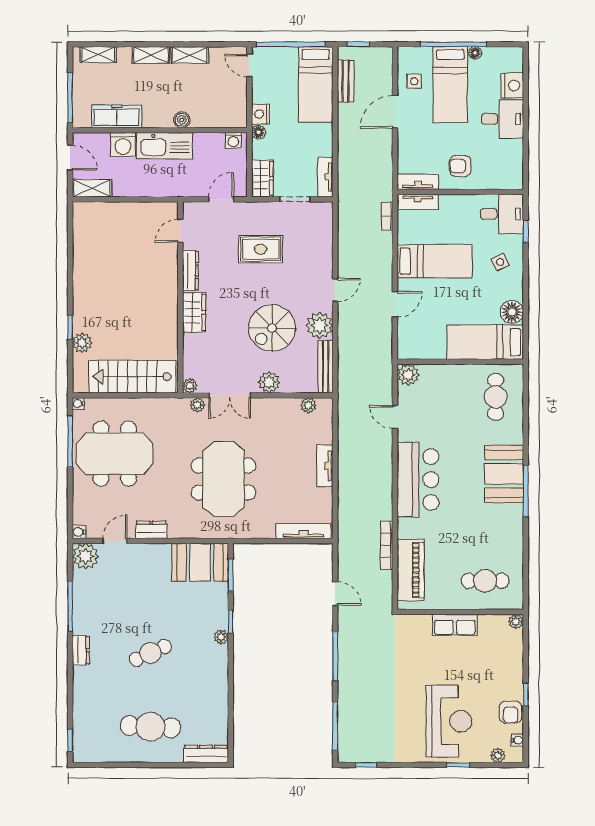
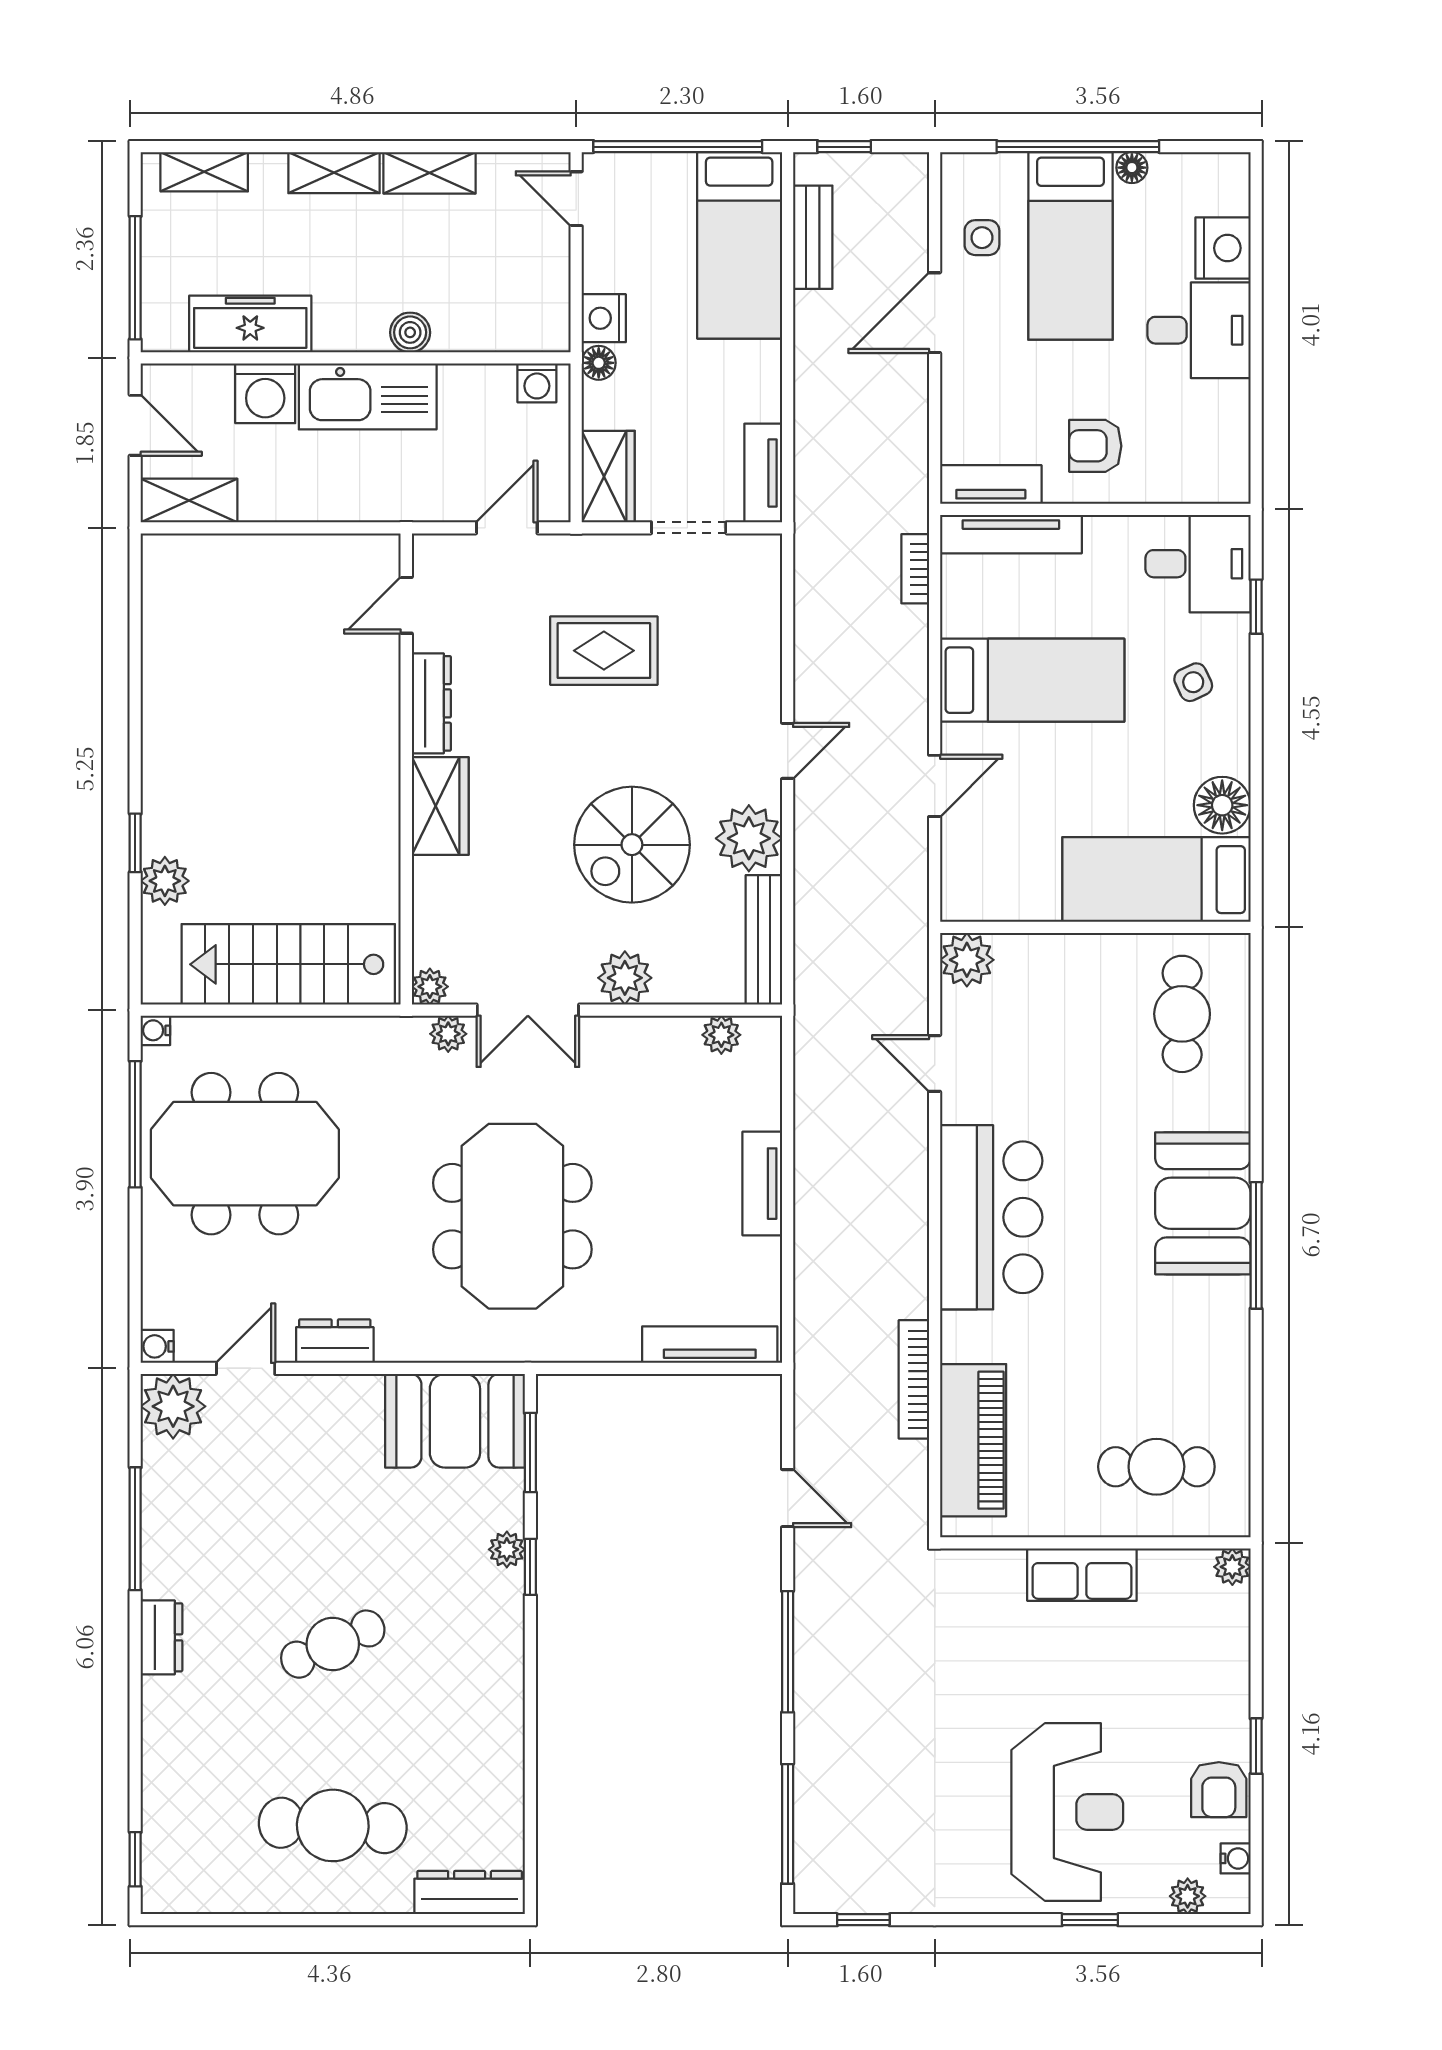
tv unit: (418, 202) -> (1011, 534), width x1.41
plant: (221, 637) -> (507, 1549), moved

